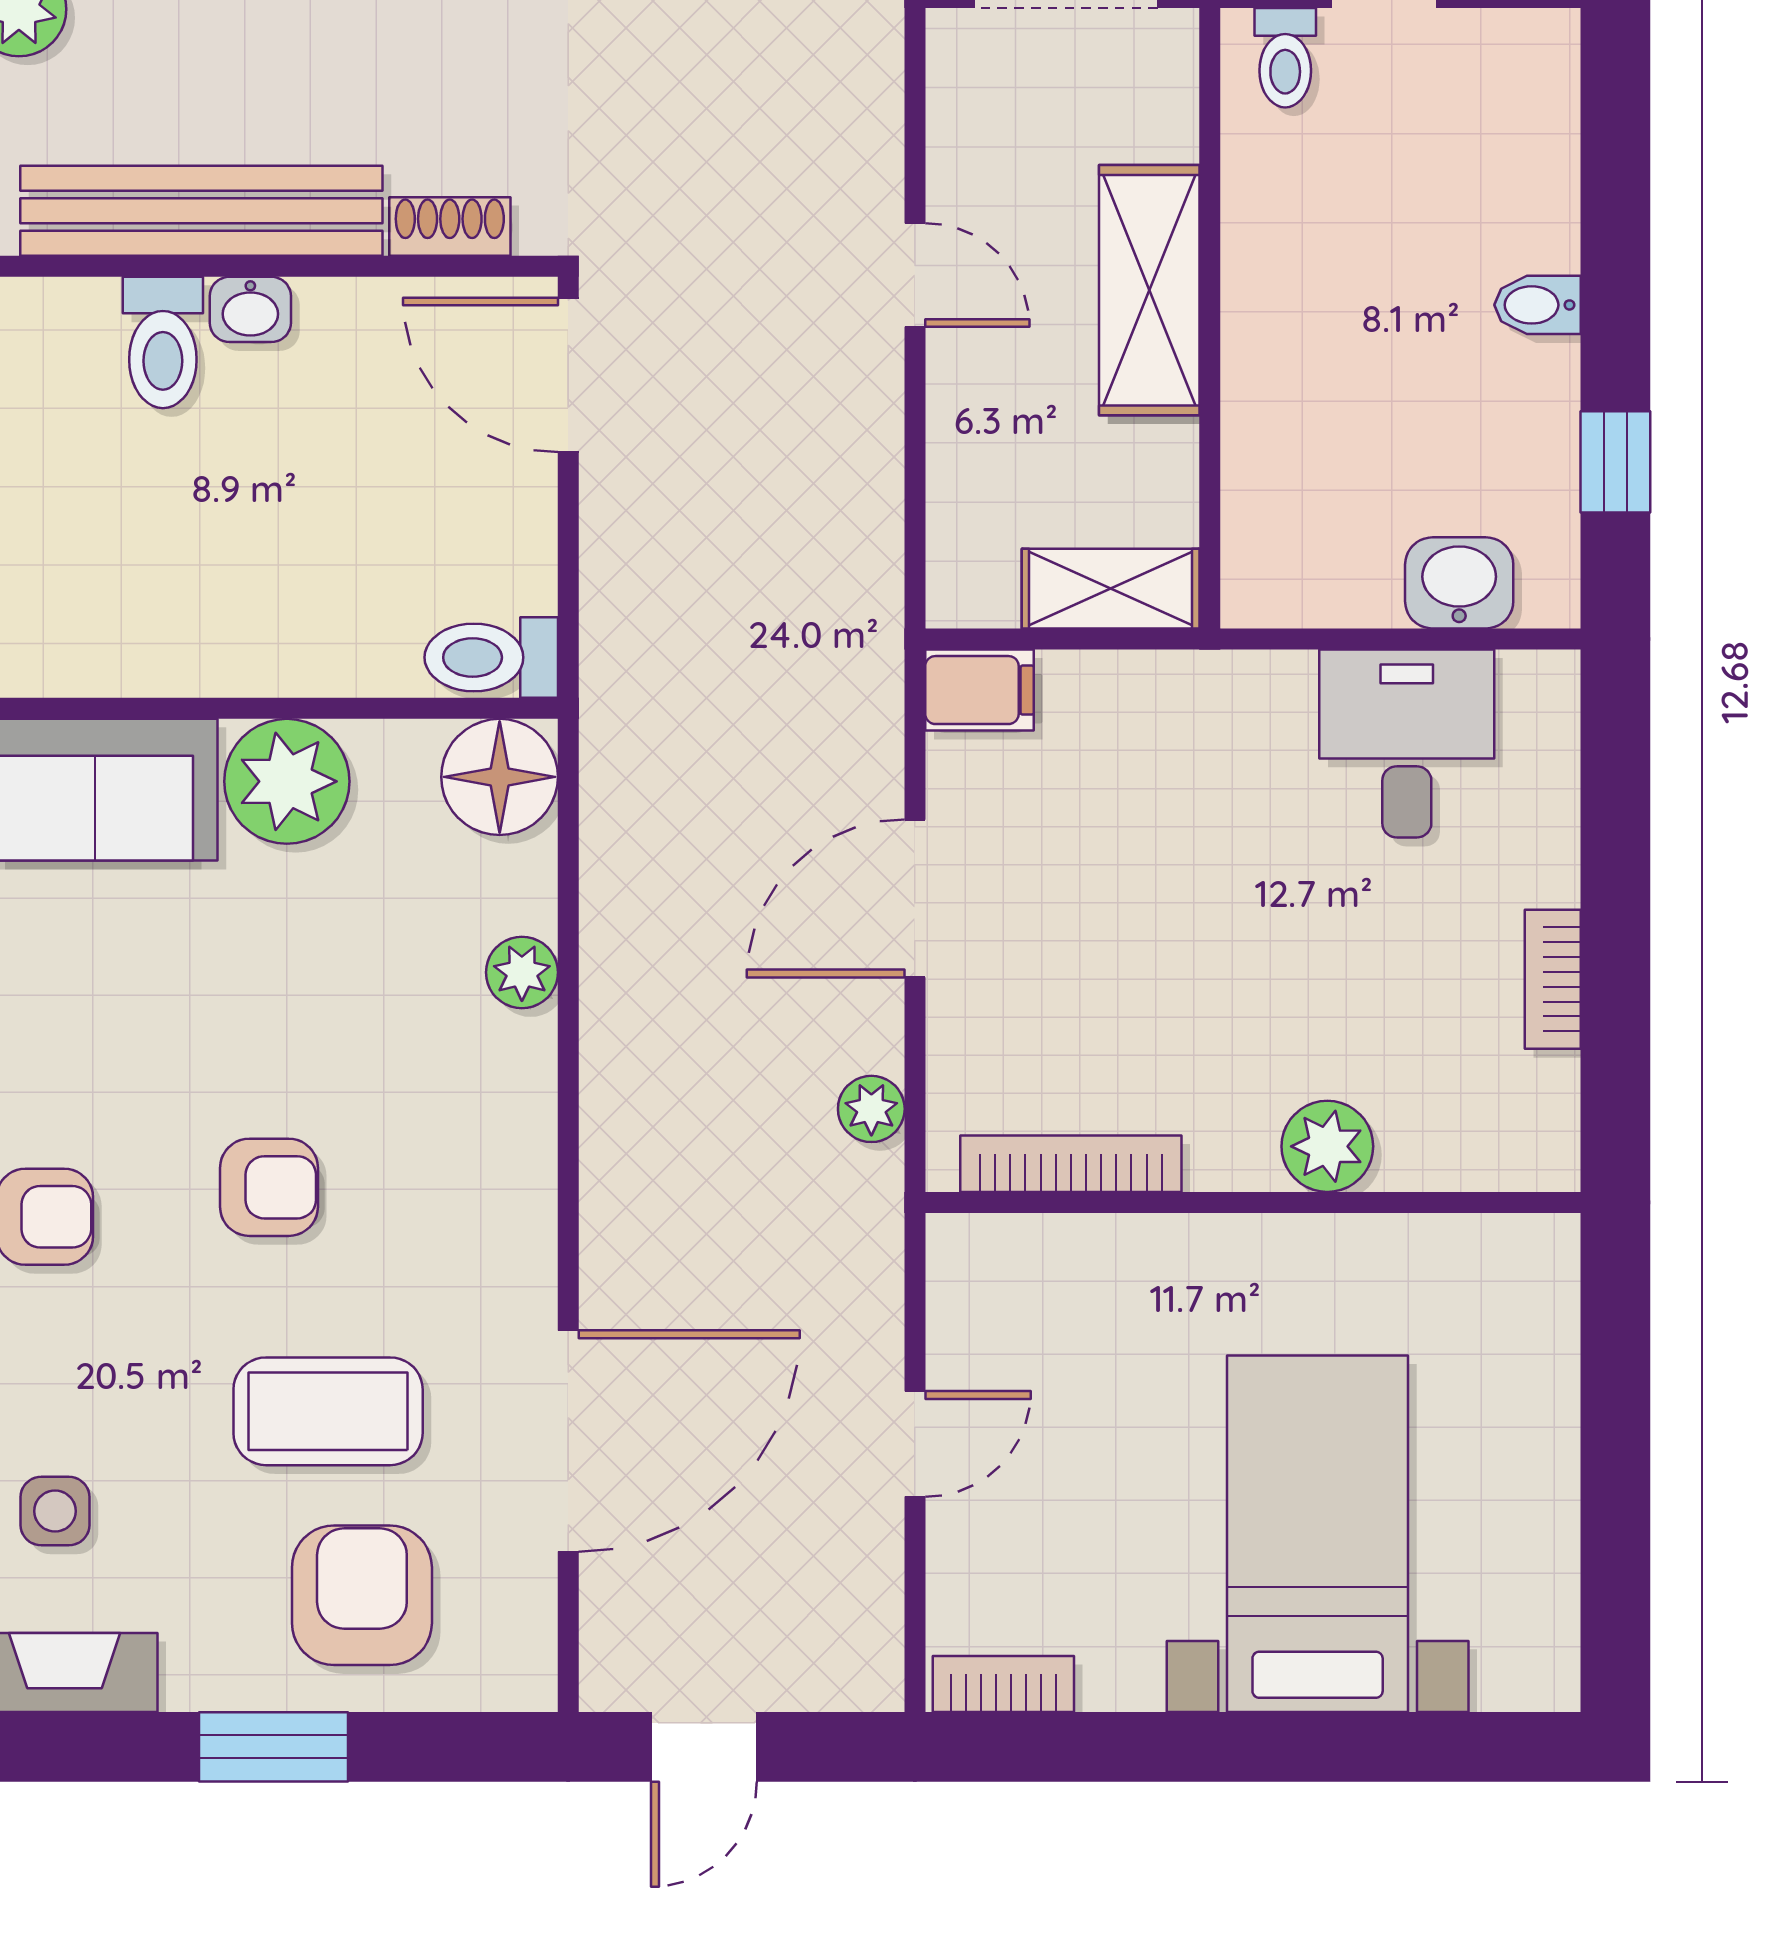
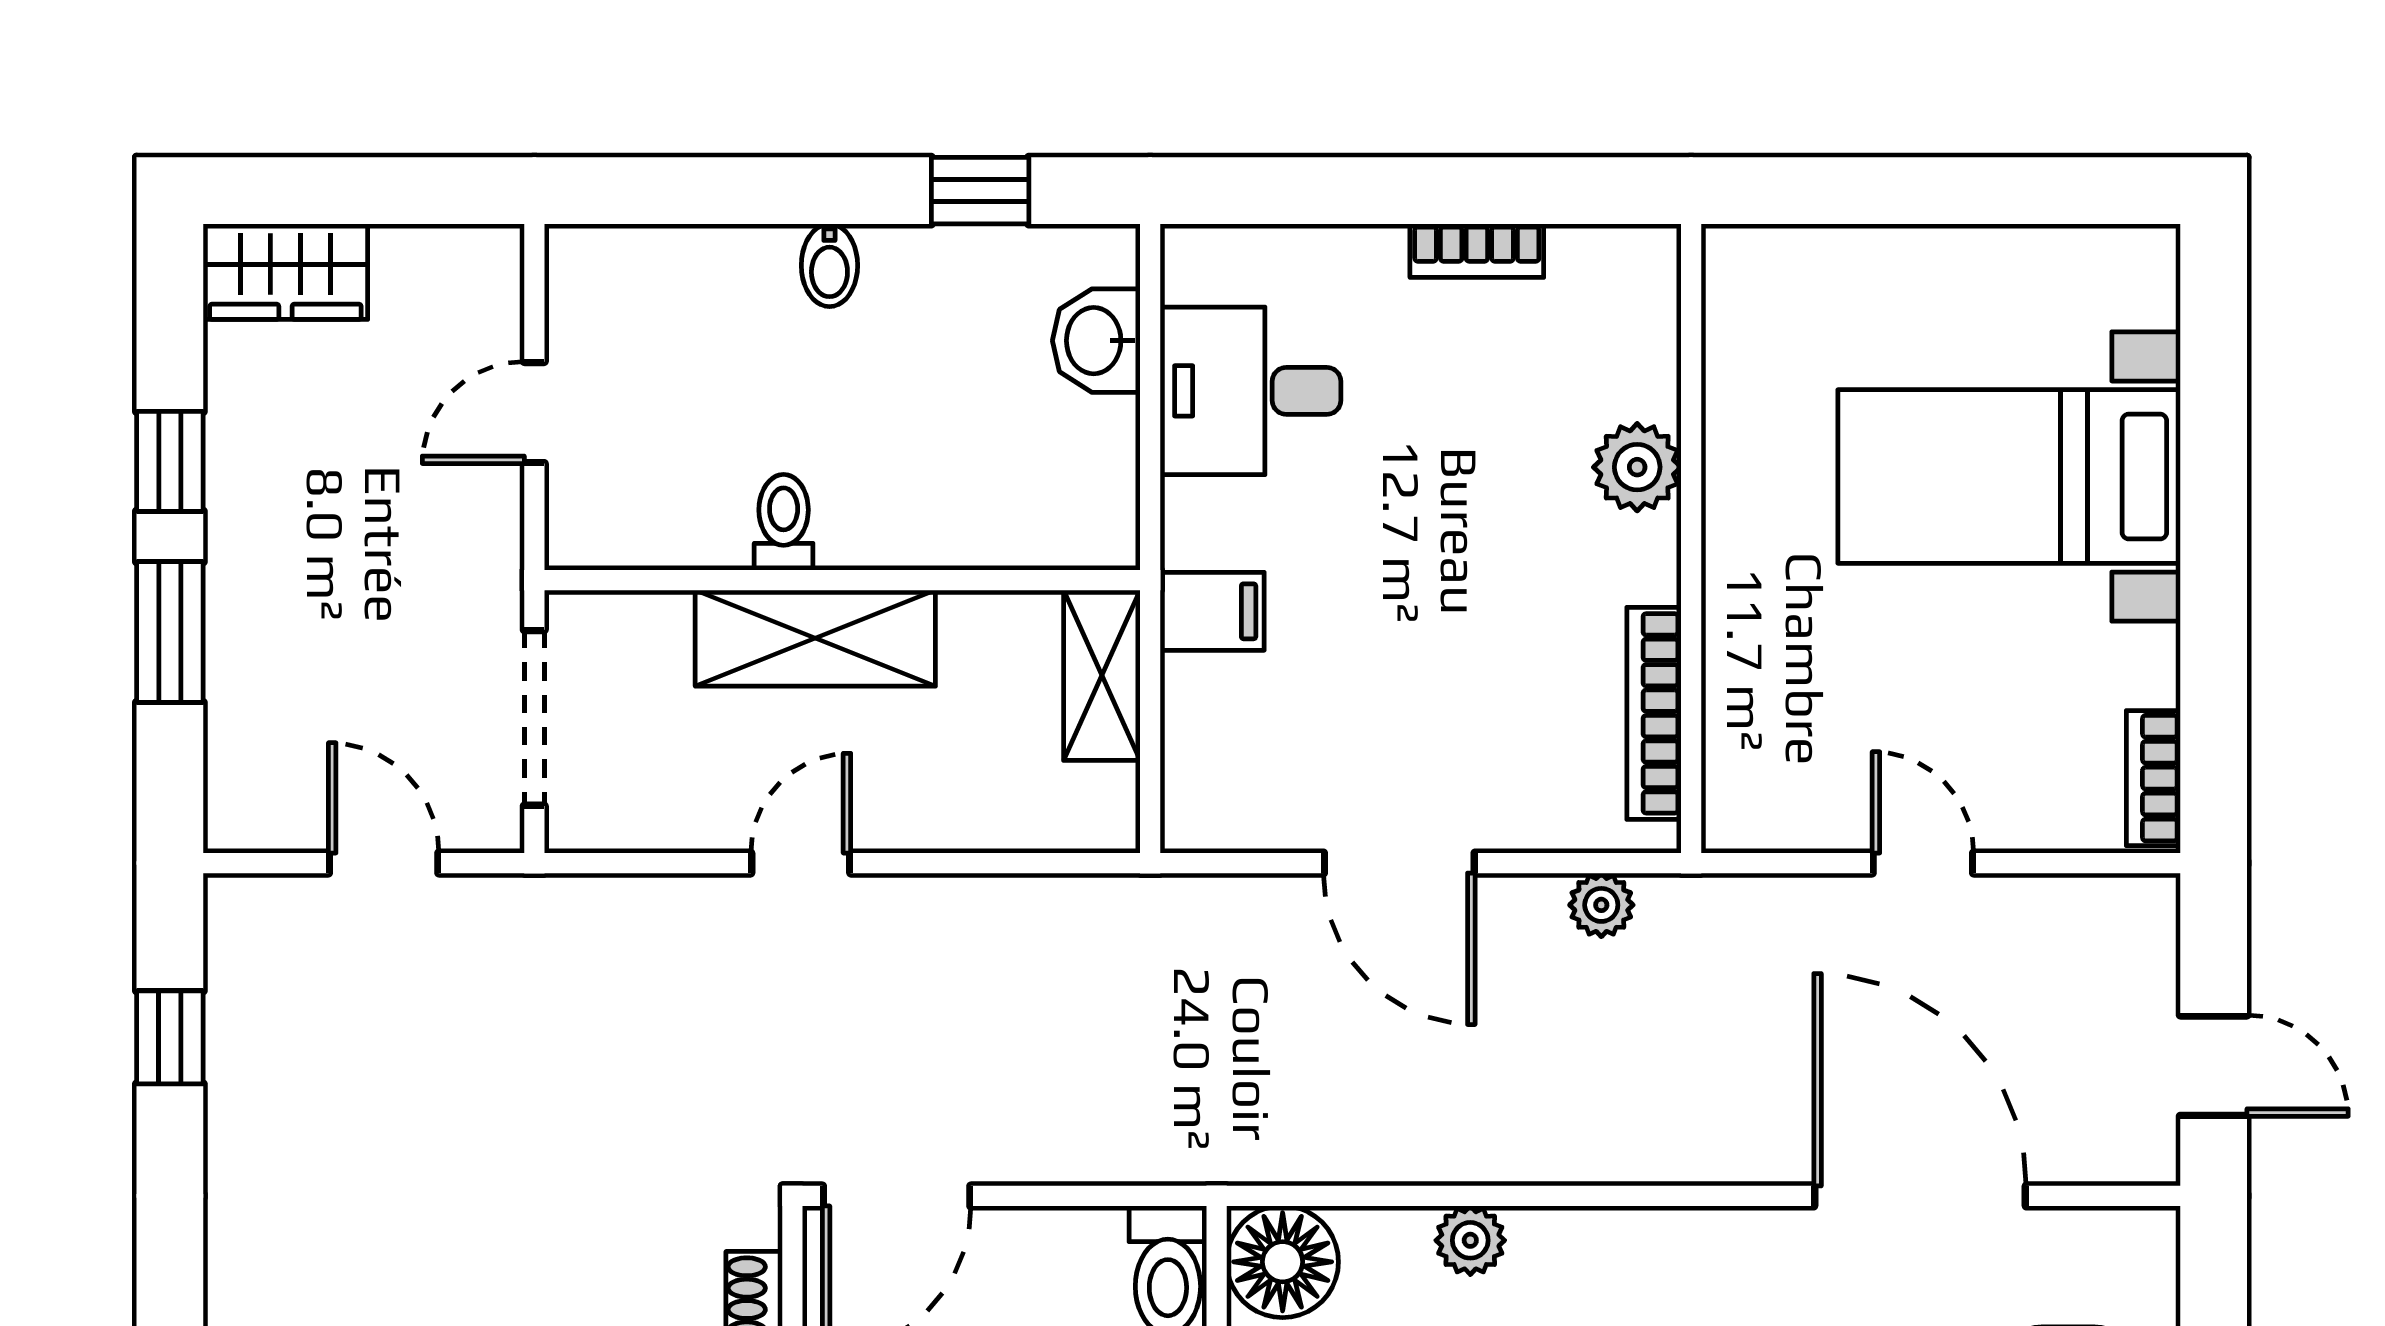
toilet: (1285, 58) -> (784, 522), moved, turned -90
filing cabinet: (980, 690) -> (1212, 611), moved, turned 90

